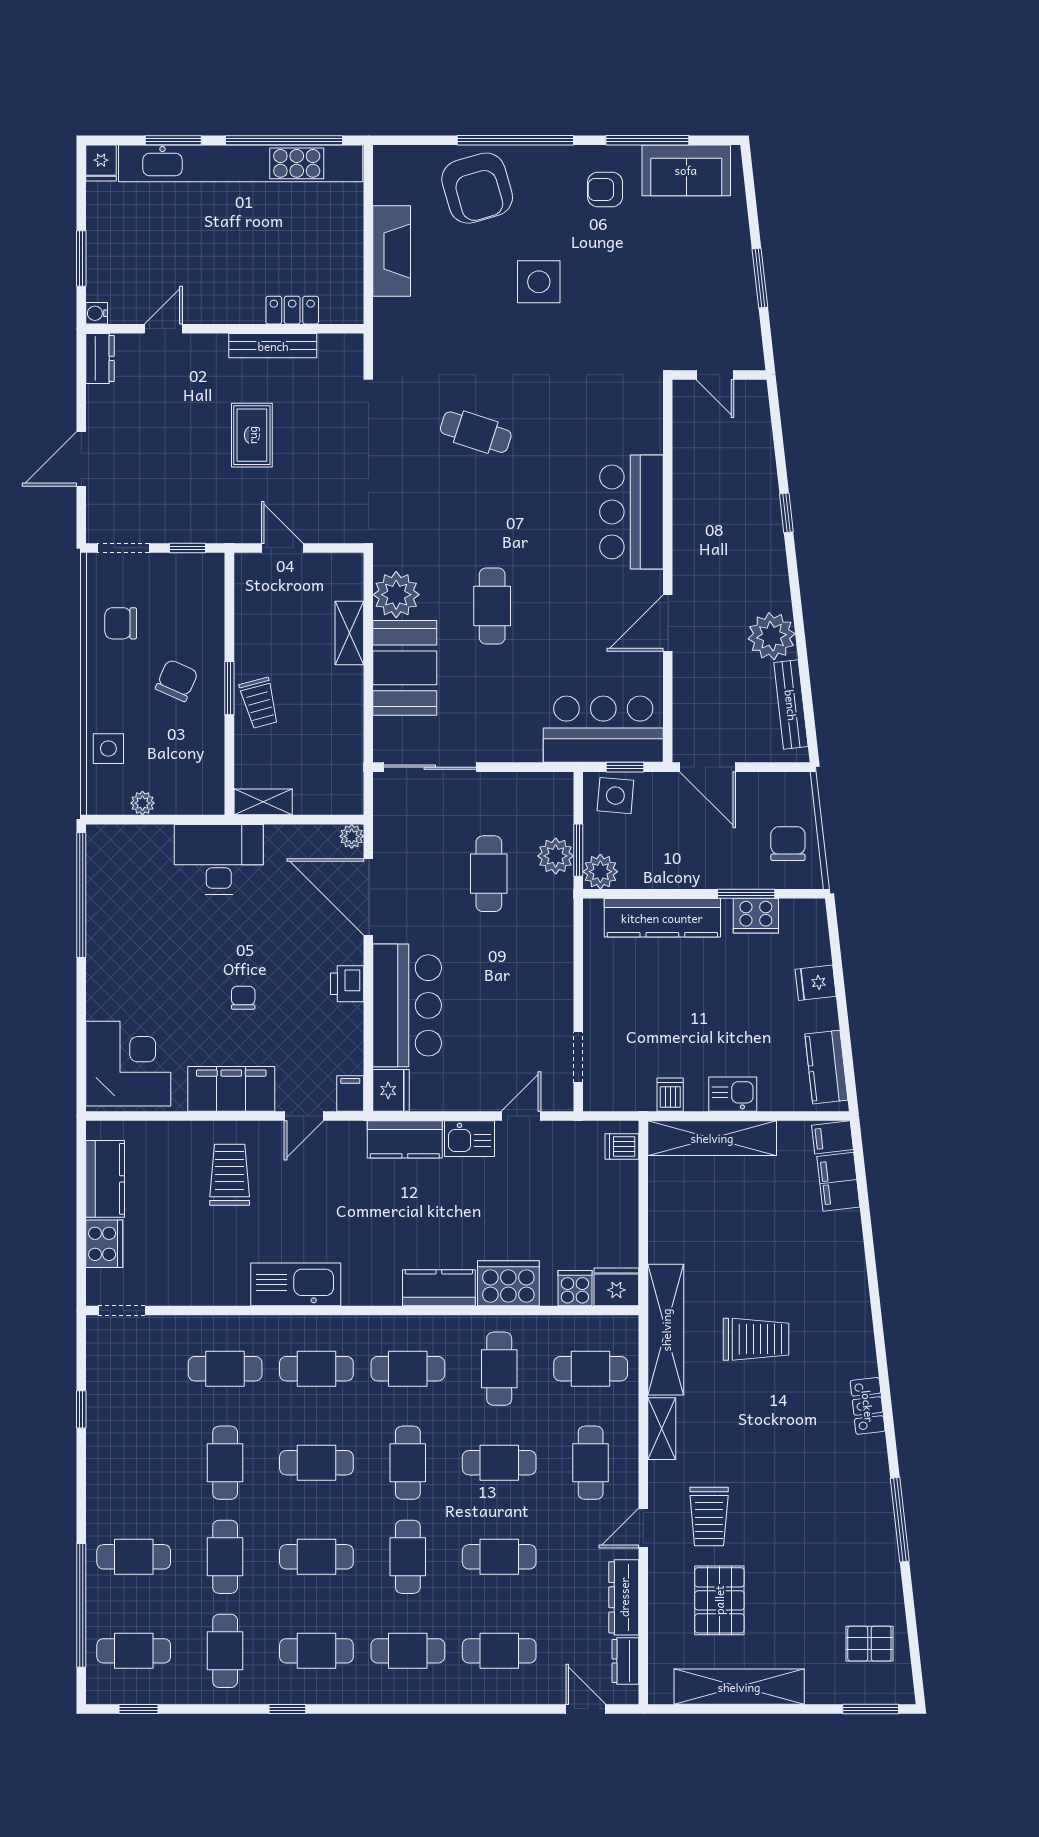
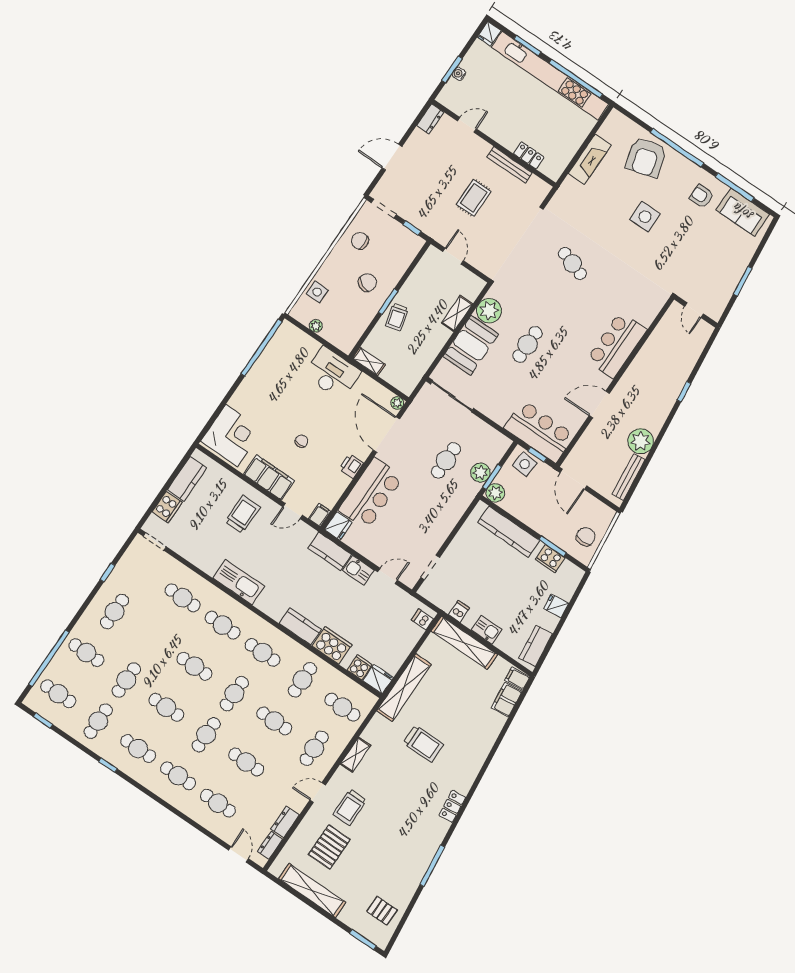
water cooler: (97, 313) -> (459, 74), moved
shelving: (666, 1330) -> (404, 688), moved
cafe table: (225, 1463) -> (115, 612), moved
dresser: (624, 1597) -> (285, 822), width x0.70

